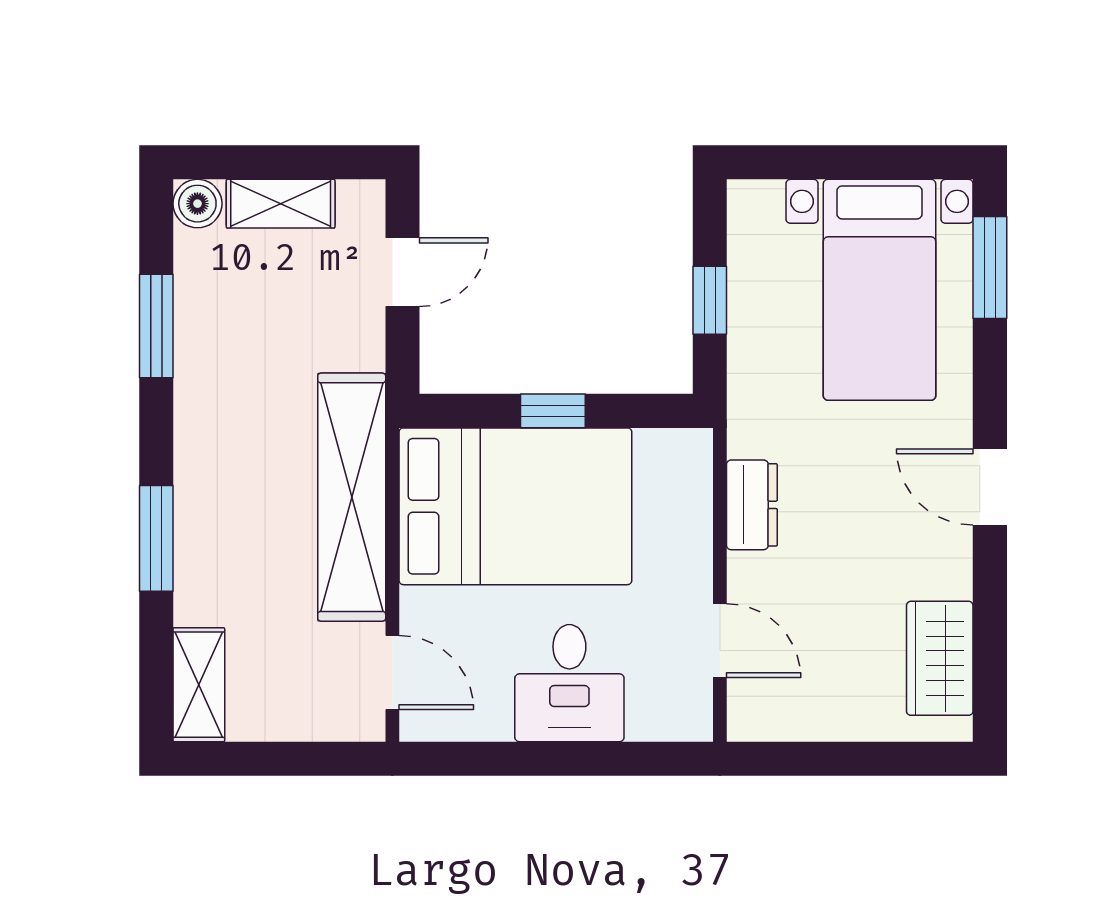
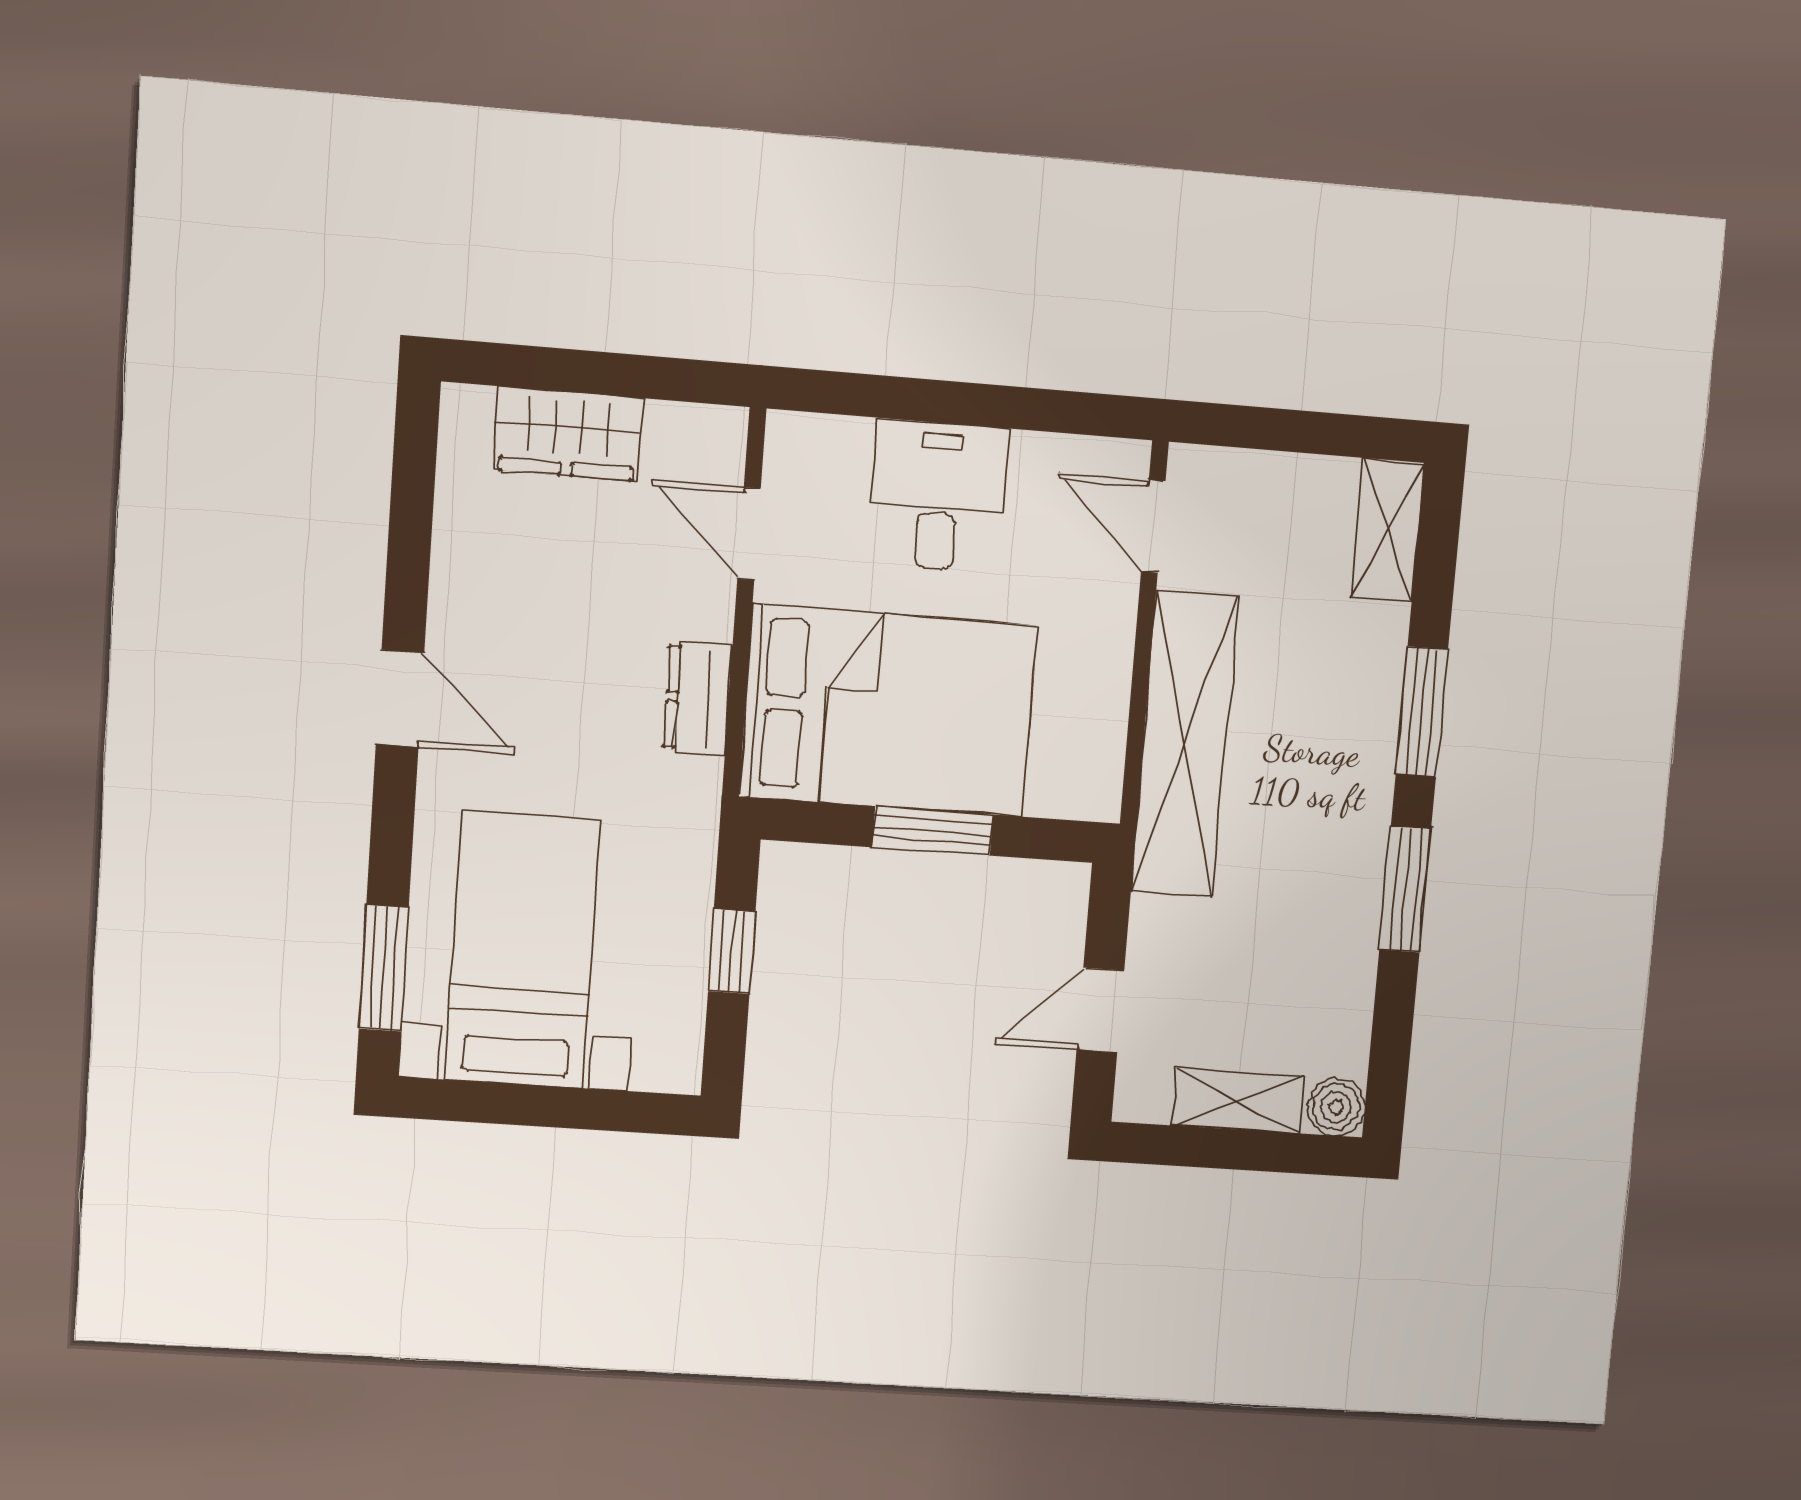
window: (156, 326) -> (1405, 889), moved
window: (553, 411) -> (933, 831), width x1.50
bed: (515, 506) -> (888, 711), moved, turned 180
wardrobe: (940, 658) -> (568, 434), moved, turned 90

